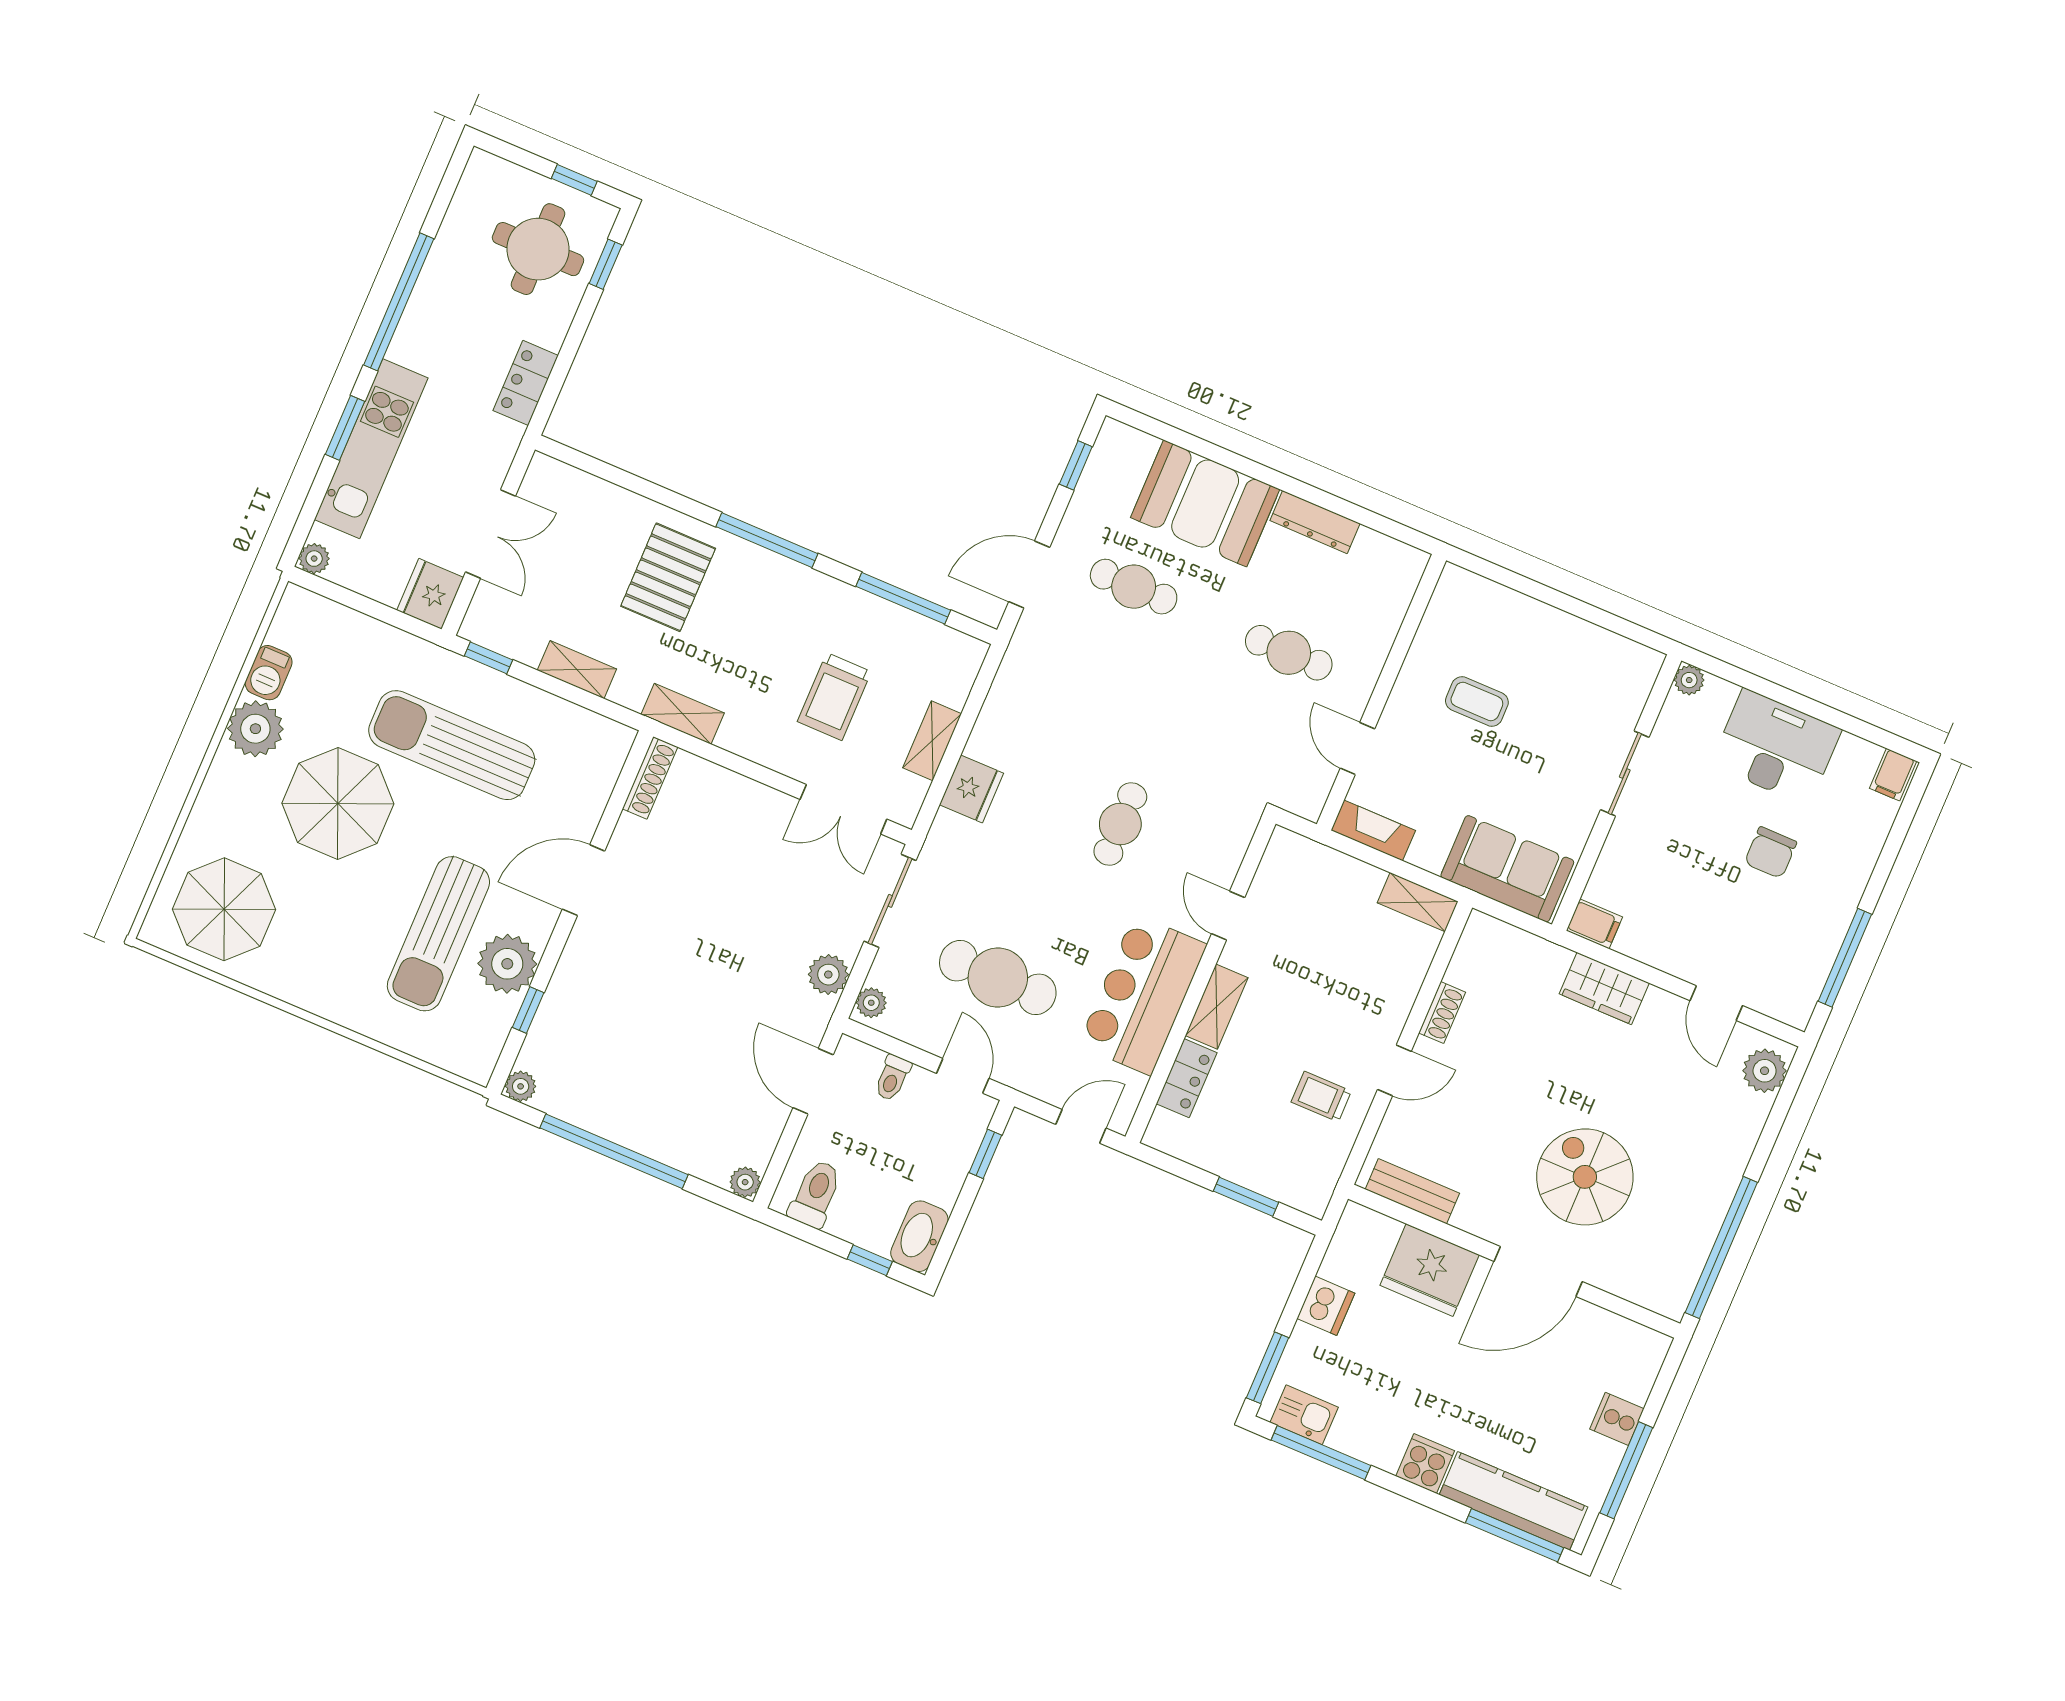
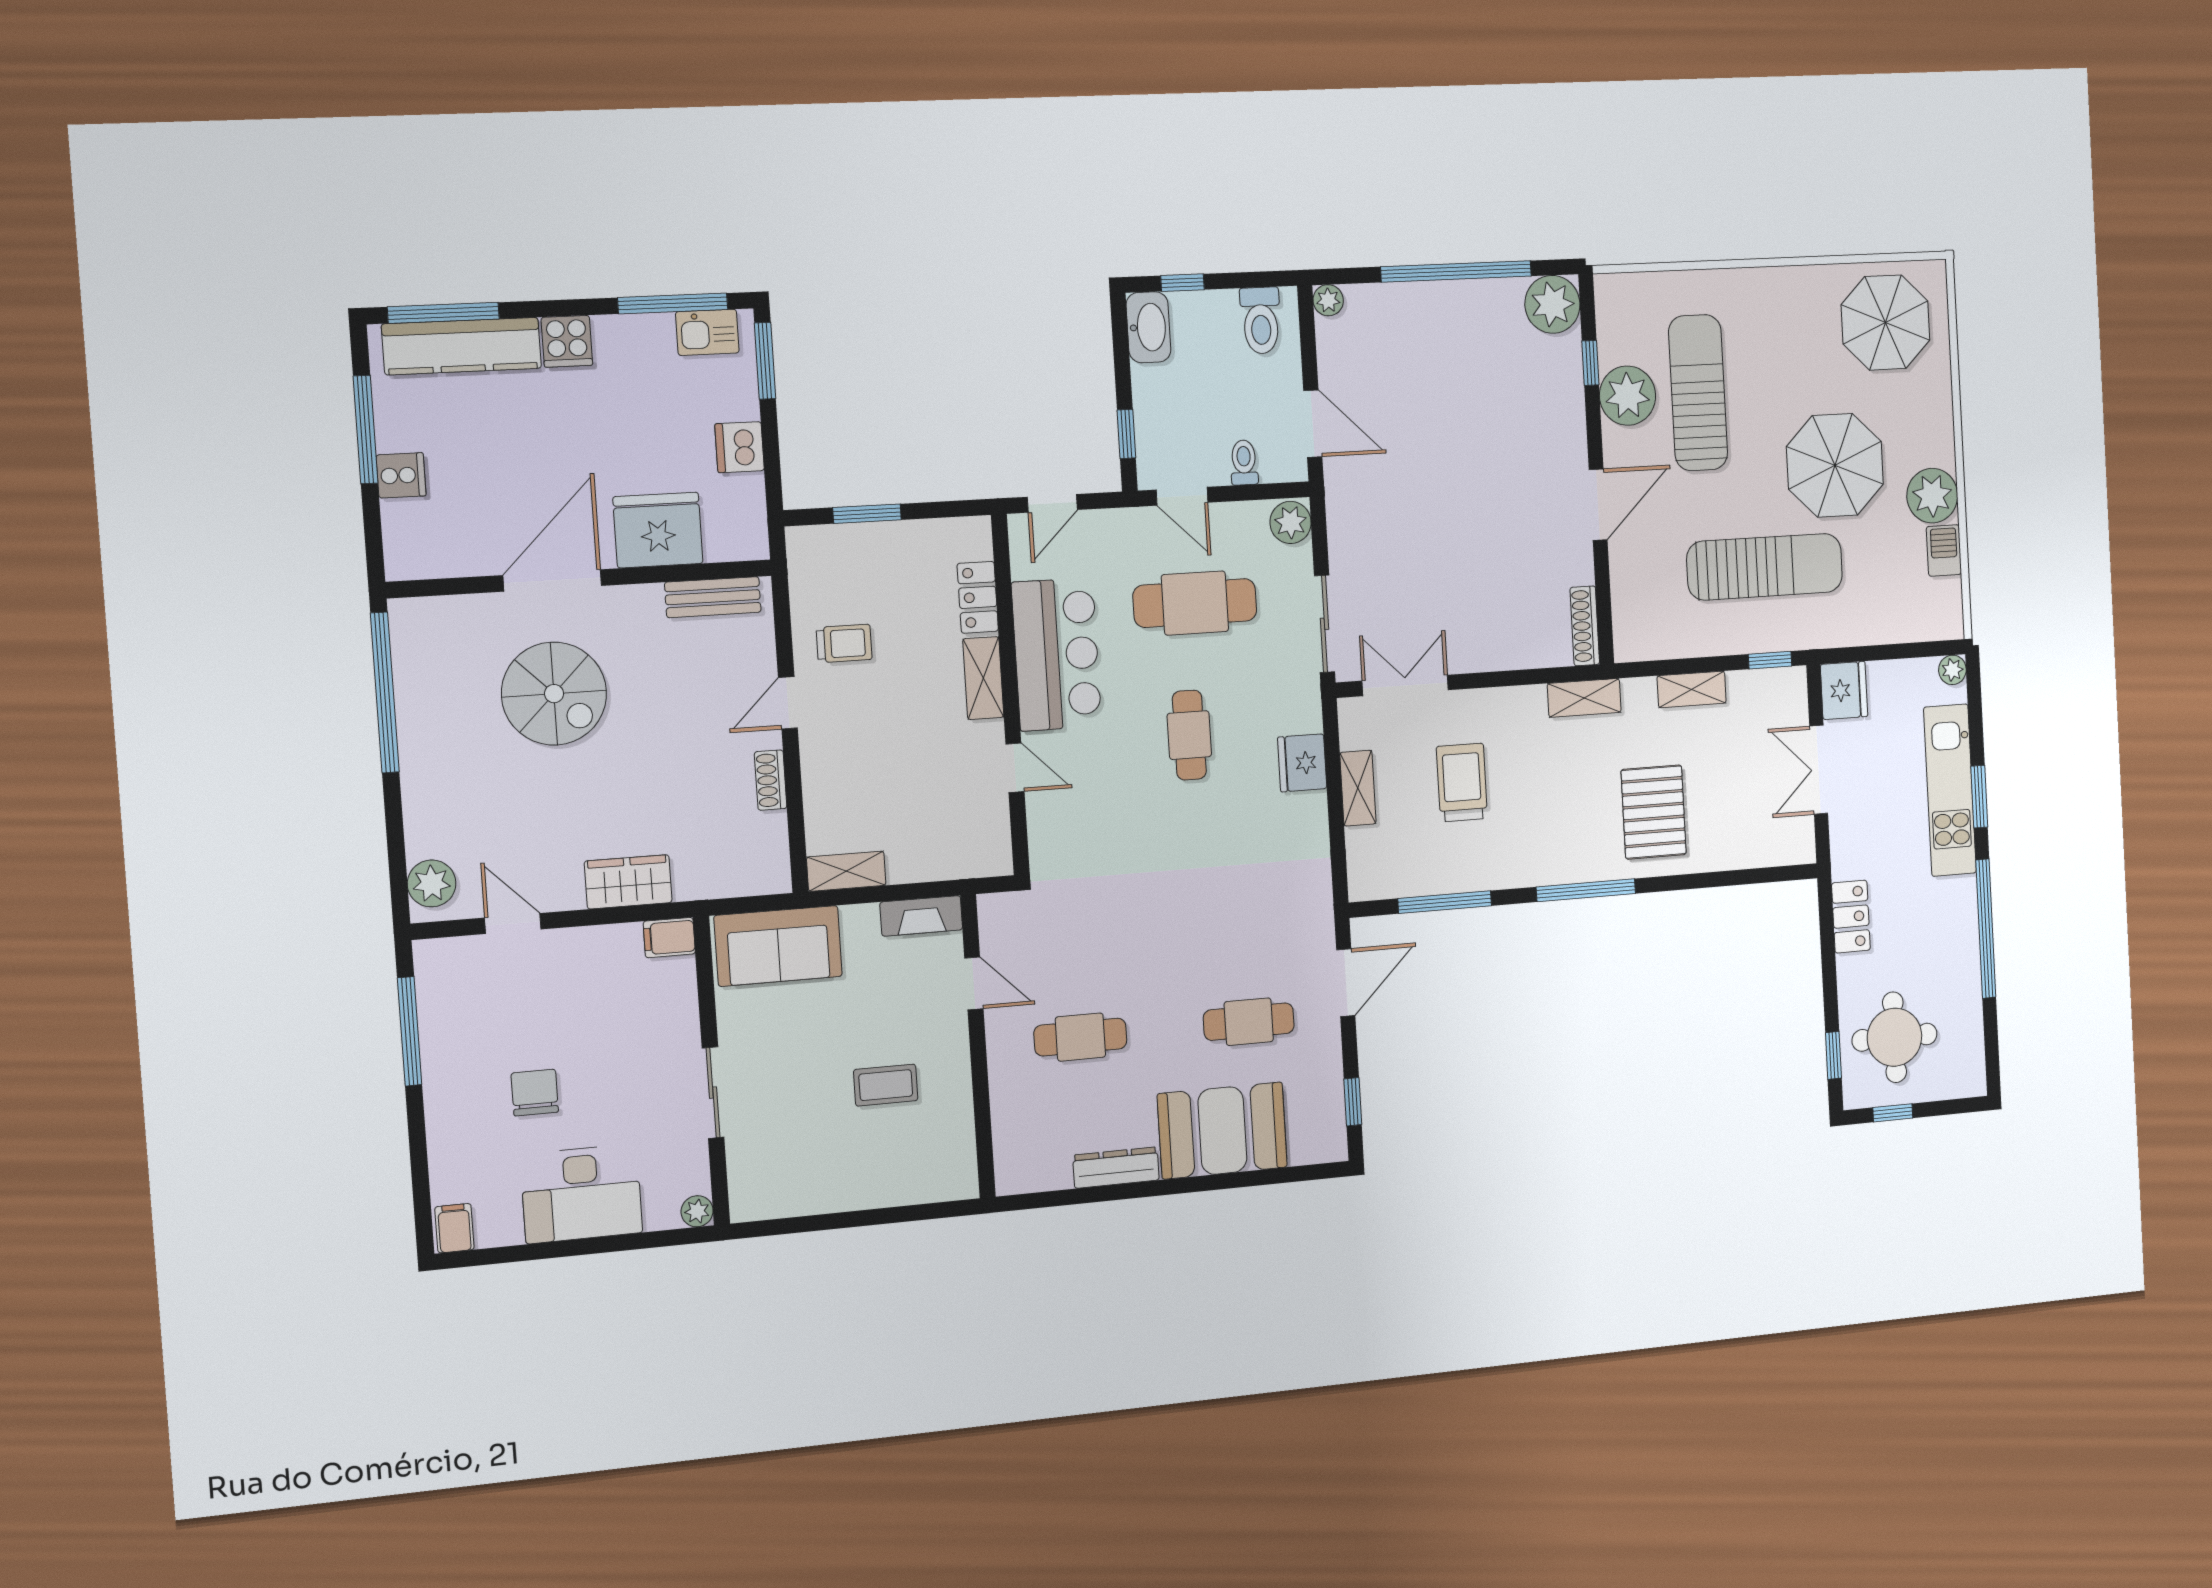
cafe table: (1120, 824) -> (1189, 735), moved
plant: (828, 975) -> (1346, 528), removed
plant: (871, 1003) -> (1291, 522), width x1.38, depth x1.38
plant: (521, 1086) -> (1552, 304), width x1.88, depth x1.88

